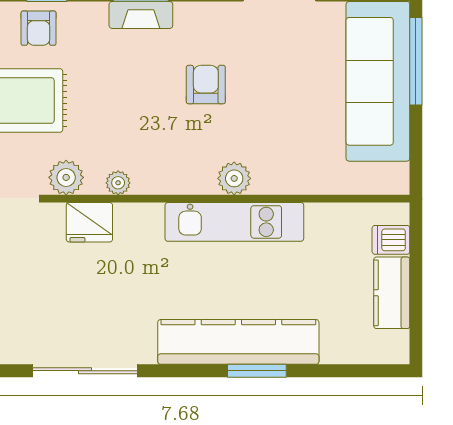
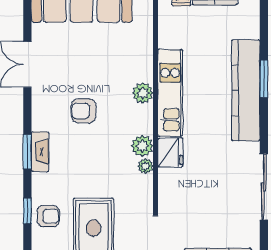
plant: (66, 177) -> (142, 146), moved
fridge: (89, 222) -> (170, 153), moved

